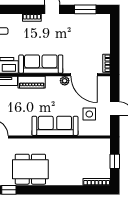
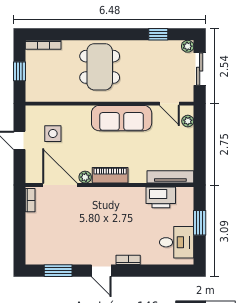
sofa: (41, 64) -> (116, 199), removed
piano: (32, 82) -> (110, 175), moved
sofa: (55, 126) -> (122, 118), moved
dining table: (30, 169) -> (100, 67), moved, turned 90

